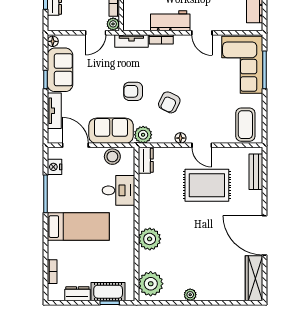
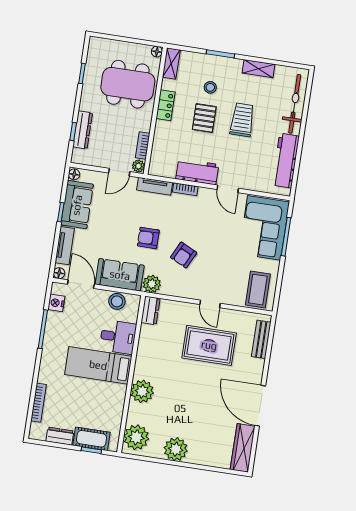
floor lamp: (180, 138) -> (59, 273), moved
bed: (78, 227) -> (98, 365), moved, turned 180
bookcase: (52, 272) -> (39, 403), width x1.56
plant: (190, 295) -> (176, 449), width x1.88, depth x1.88

